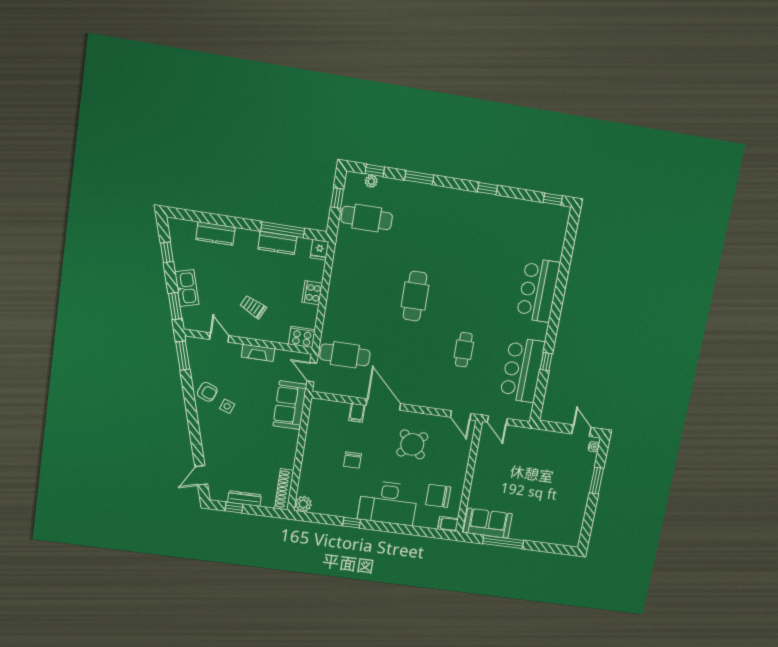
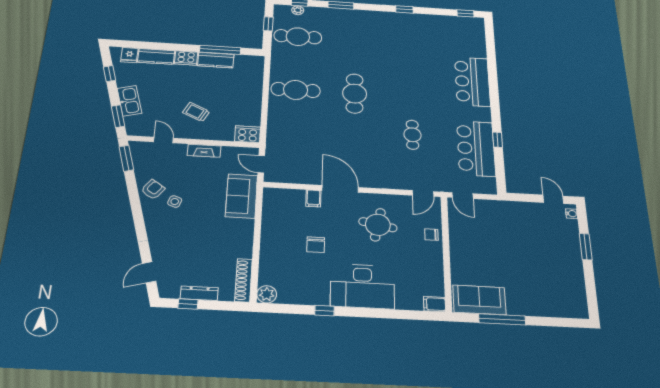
fridge: (319, 250) -> (129, 55), moved
cooker: (312, 293) -> (186, 58), moved, turned -90
cafe table: (345, 355) -> (296, 90), moved
armchair: (207, 392) -> (153, 189), turned -76
door: (461, 415) -> (423, 193), hinge flipped
round table: (412, 444) -> (378, 225), turned -35
chair: (438, 496) -> (431, 235), moved, width x0.54, depth x0.54

